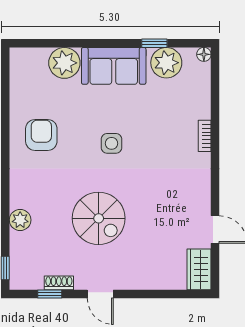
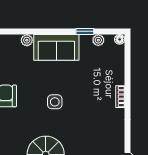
plant: (64, 63) -> (27, 40), width x0.53, depth x0.53
plant: (166, 63) -> (98, 40), width x0.53, depth x0.53

